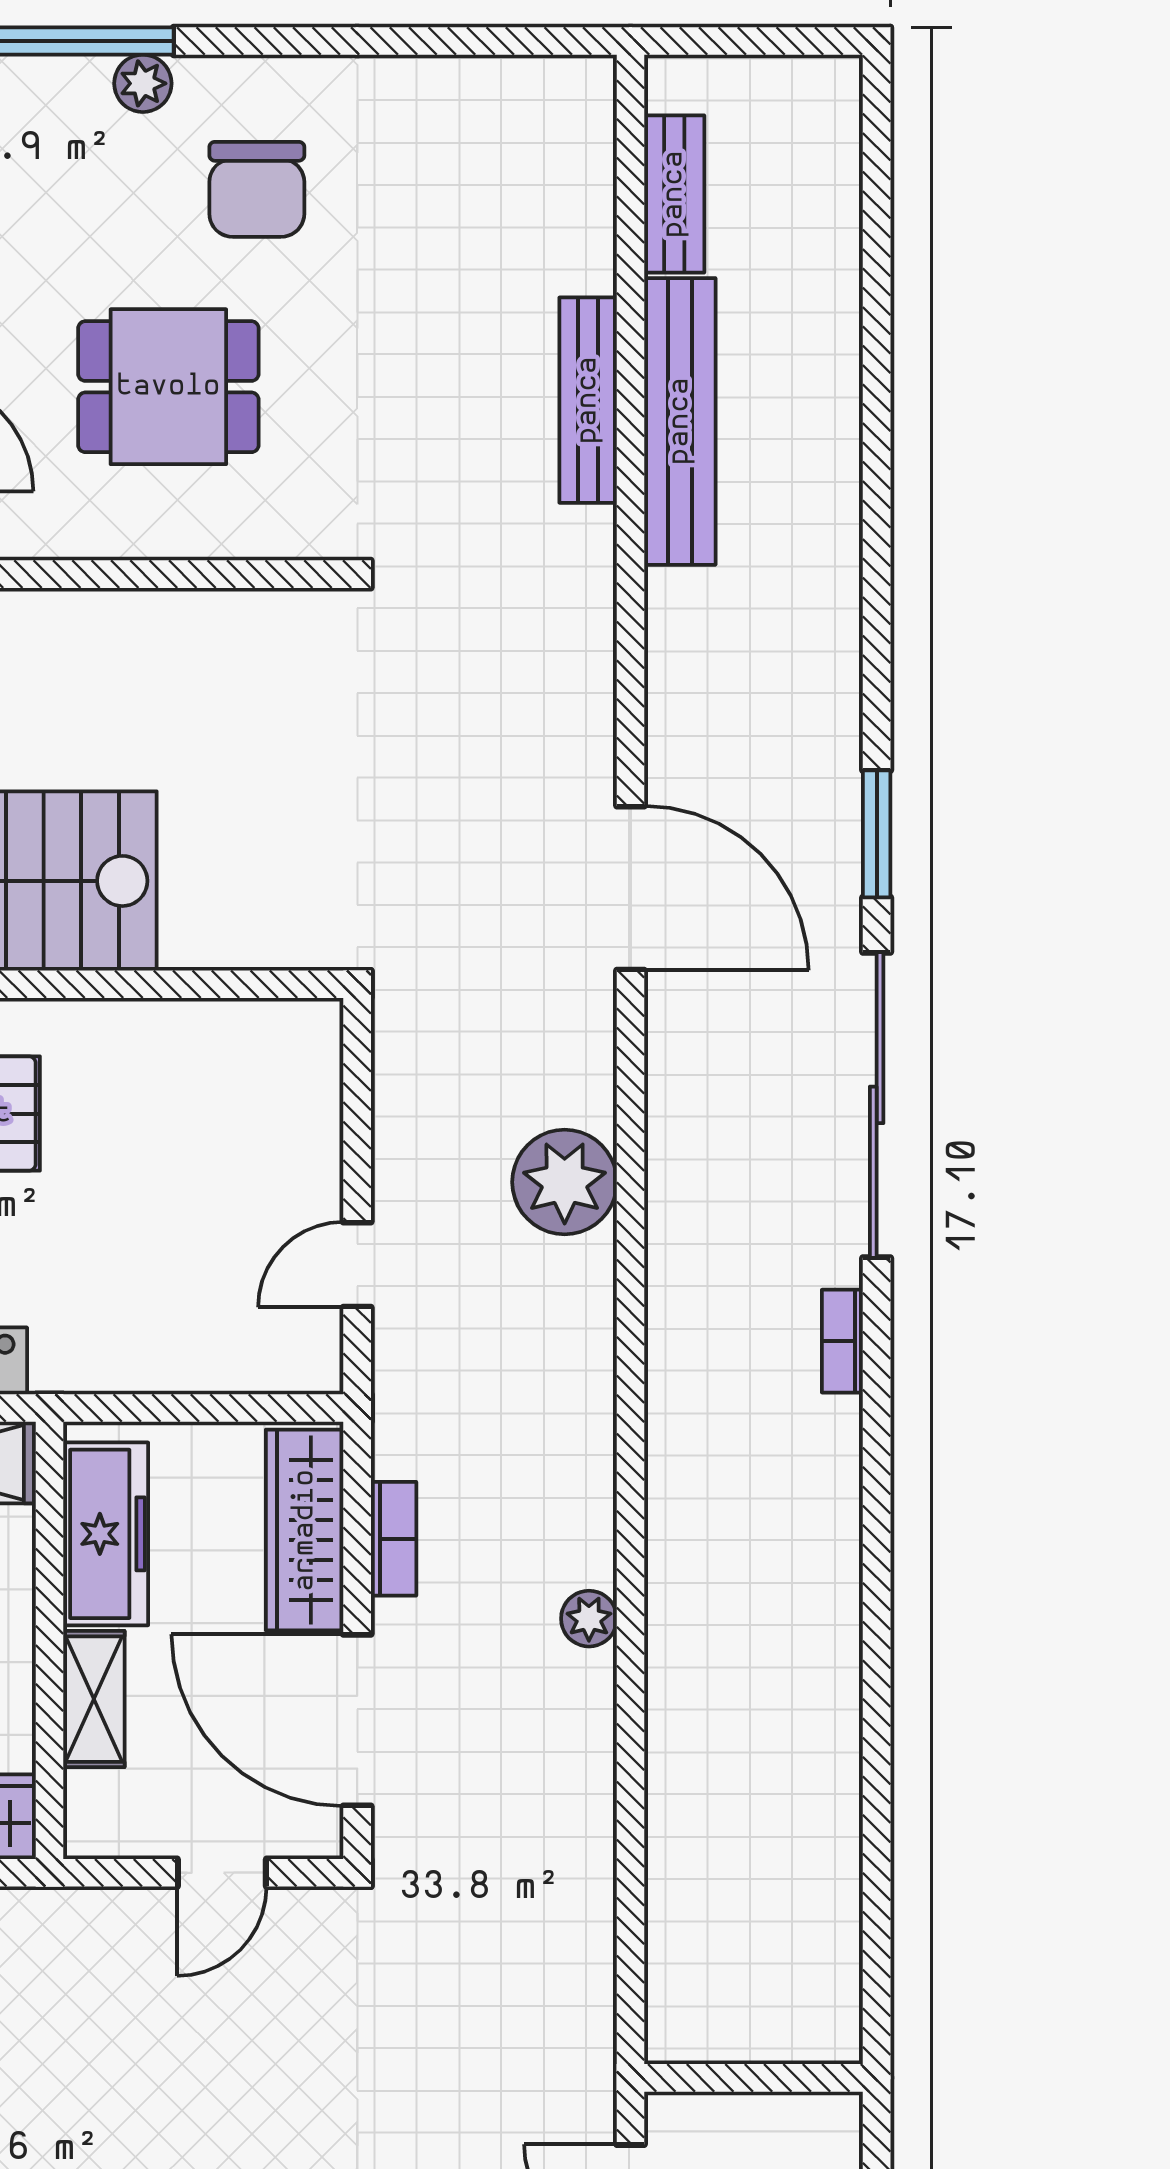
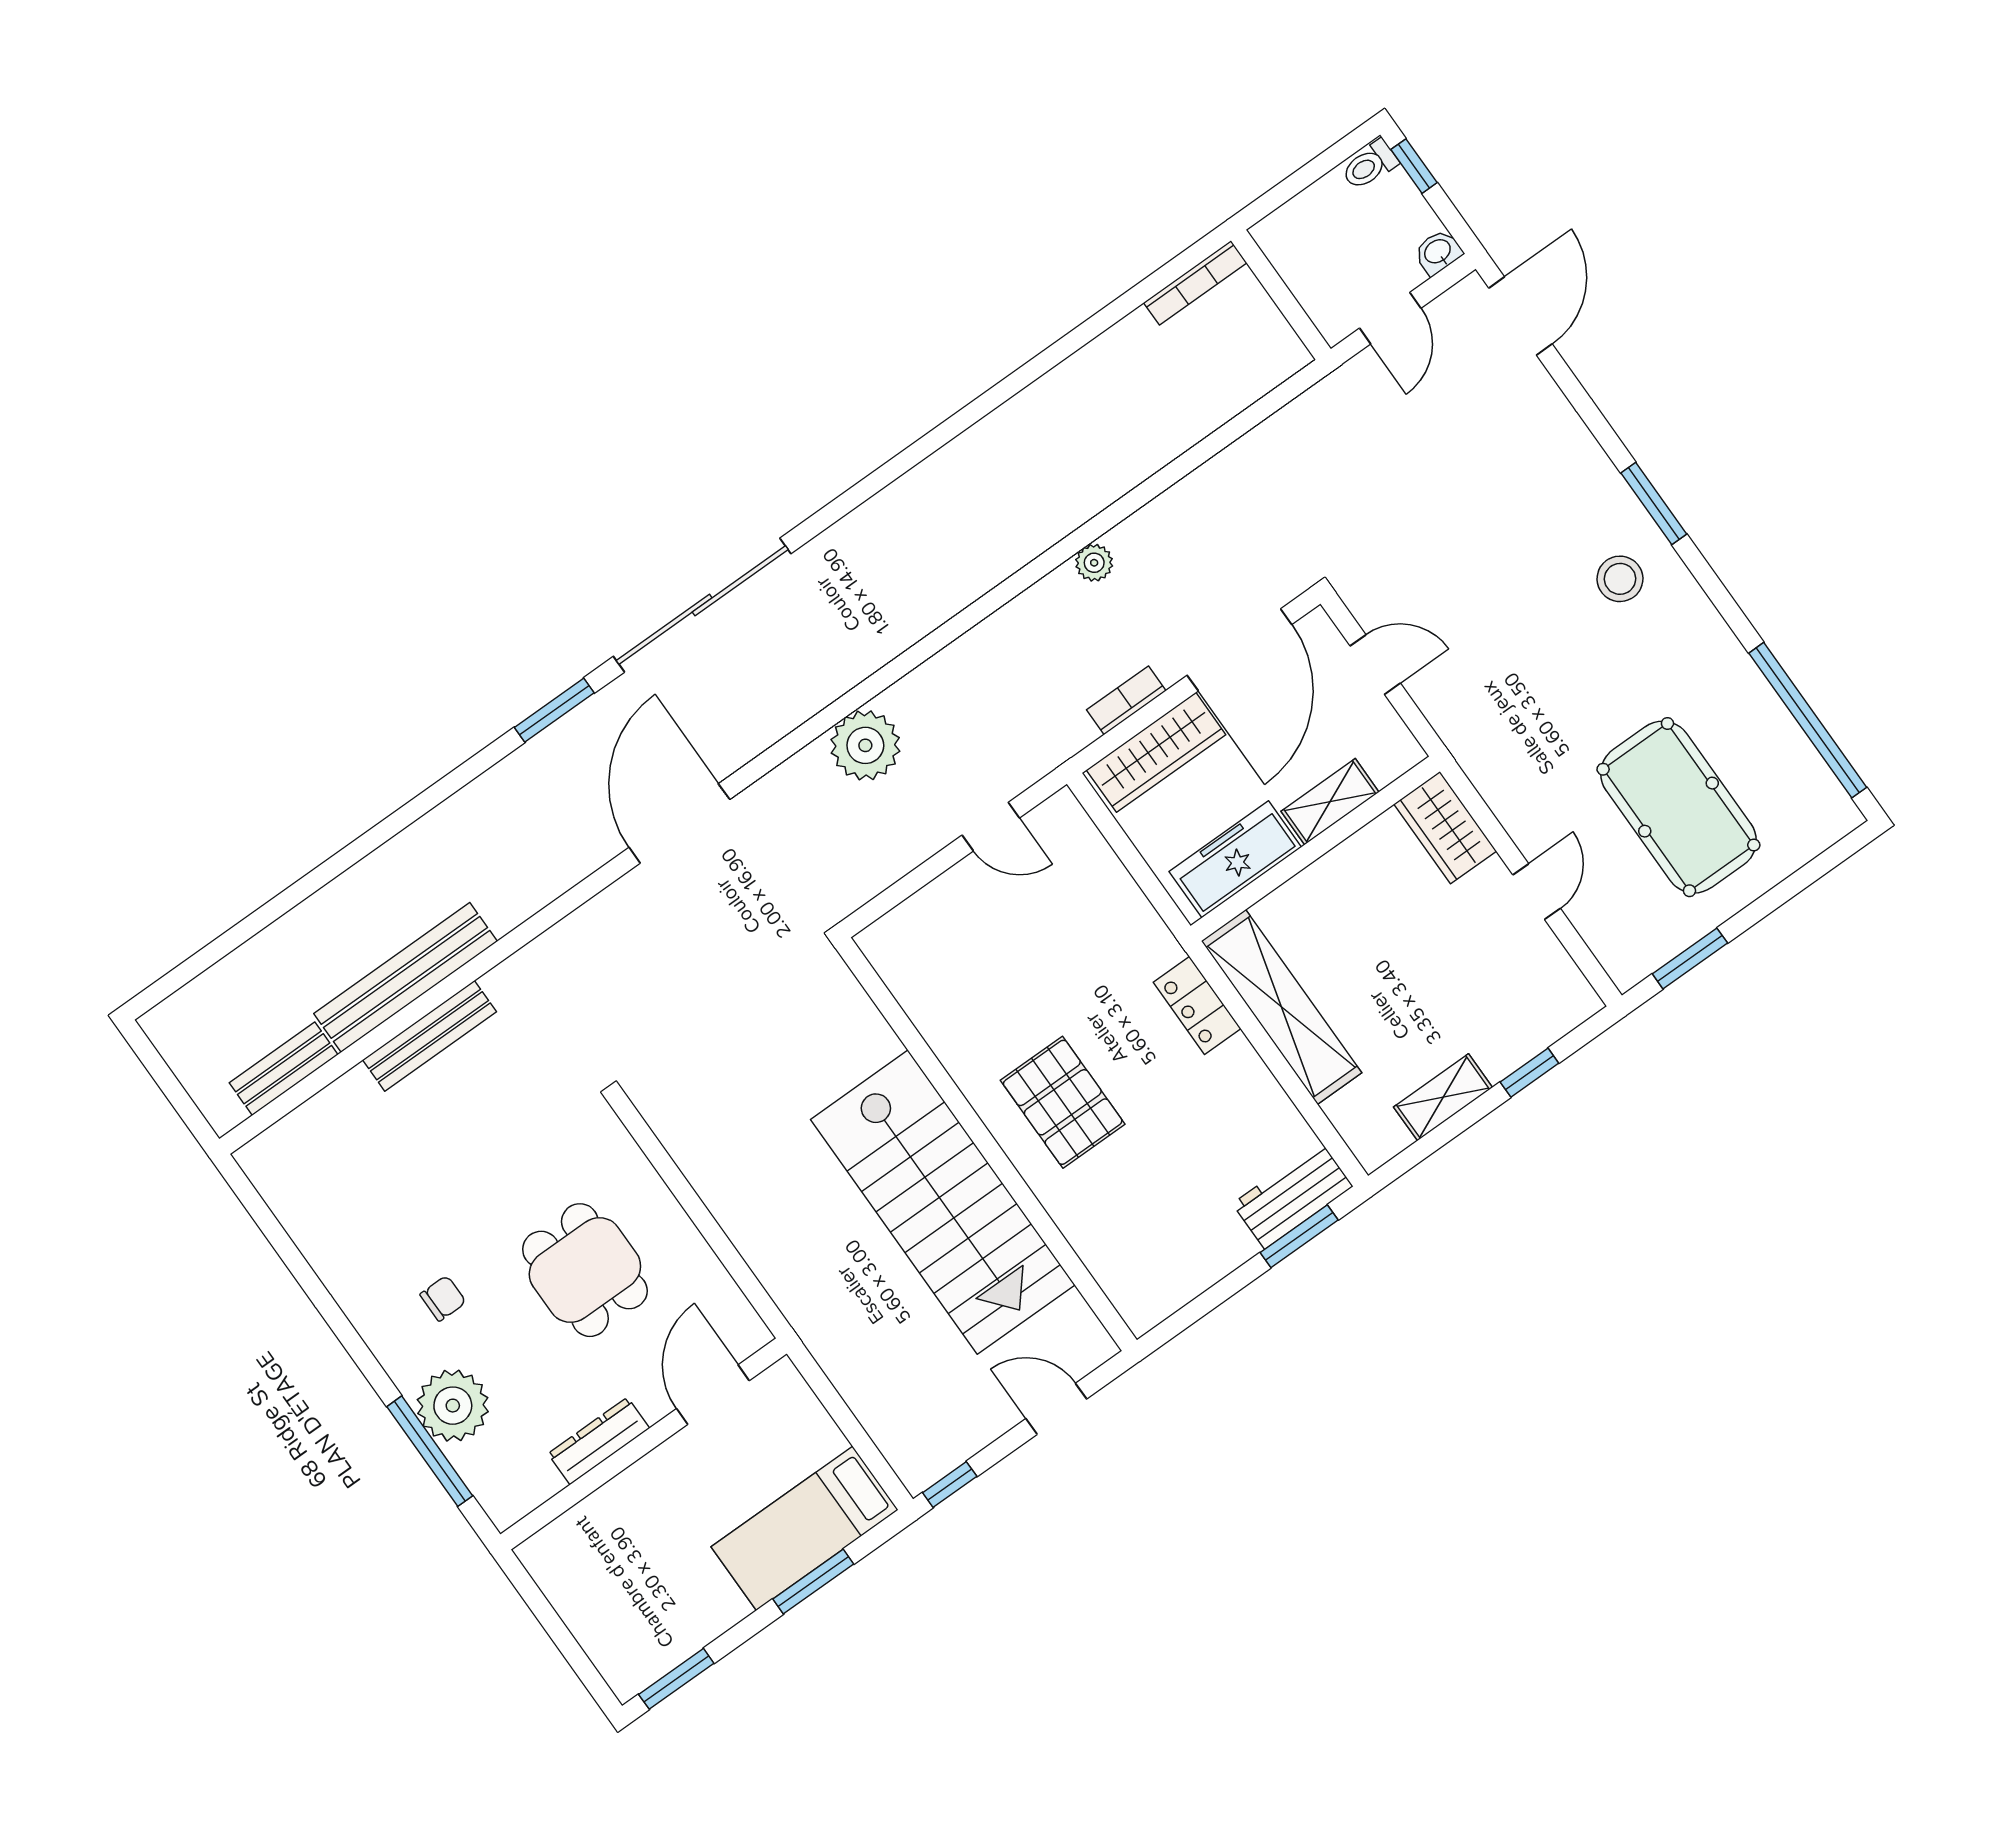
plant: (143, 83) -> (453, 1406), width x1.87, depth x1.87
chair: (257, 189) -> (443, 1298), width x0.54, depth x0.54
bookcase: (842, 1341) -> (1195, 283), moved, width x1.56

